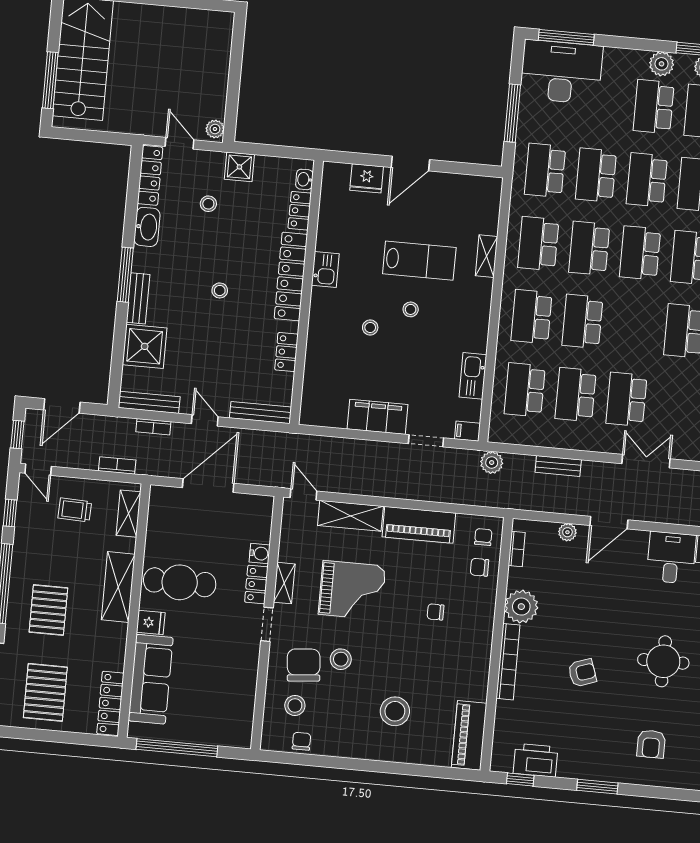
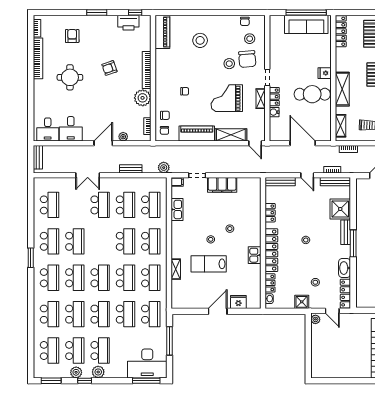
door: (208, 486) -> (303, 143), swing flipped
sofa: (151, 679) -> (306, 24), moved, turned -90

